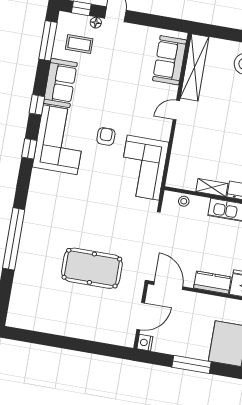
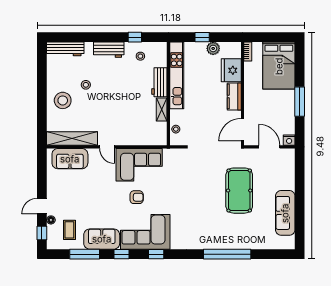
window: (48, 41) -> (85, 254), moved
armchair: (106, 136) -> (137, 197), turned 180
corner sofa: (143, 168) -> (139, 165), moved
sofa: (53, 322) -> (285, 213), added

